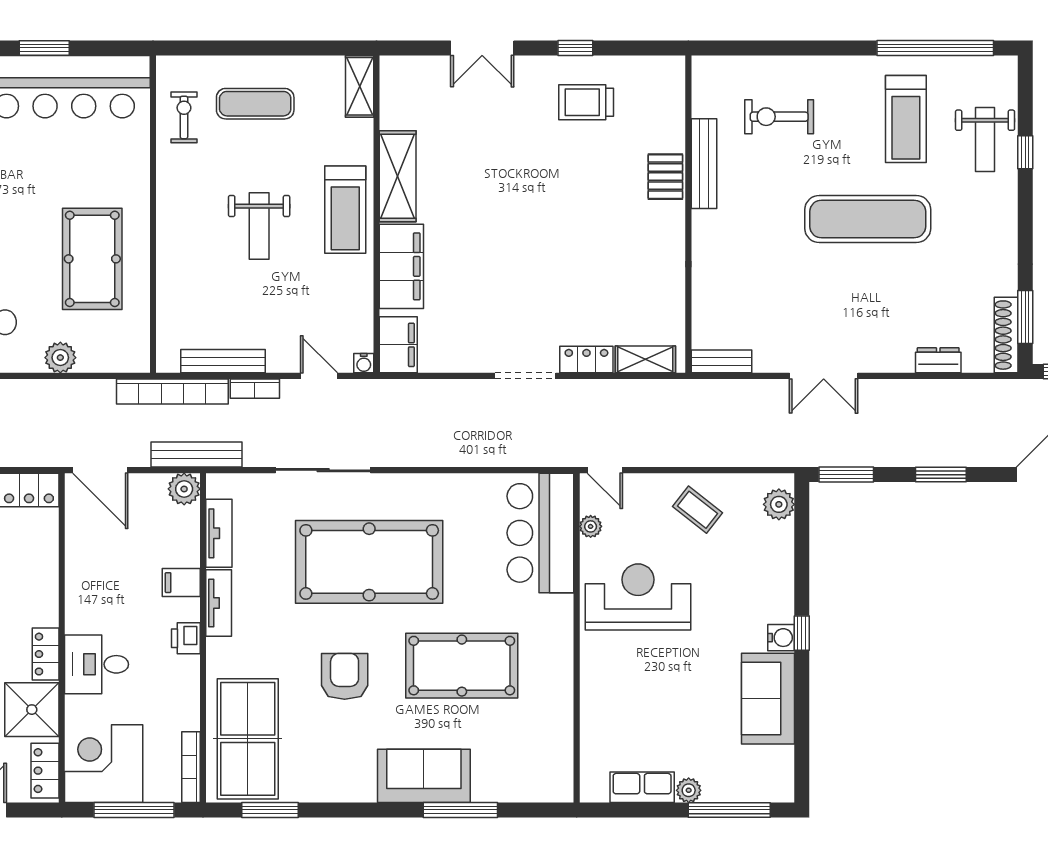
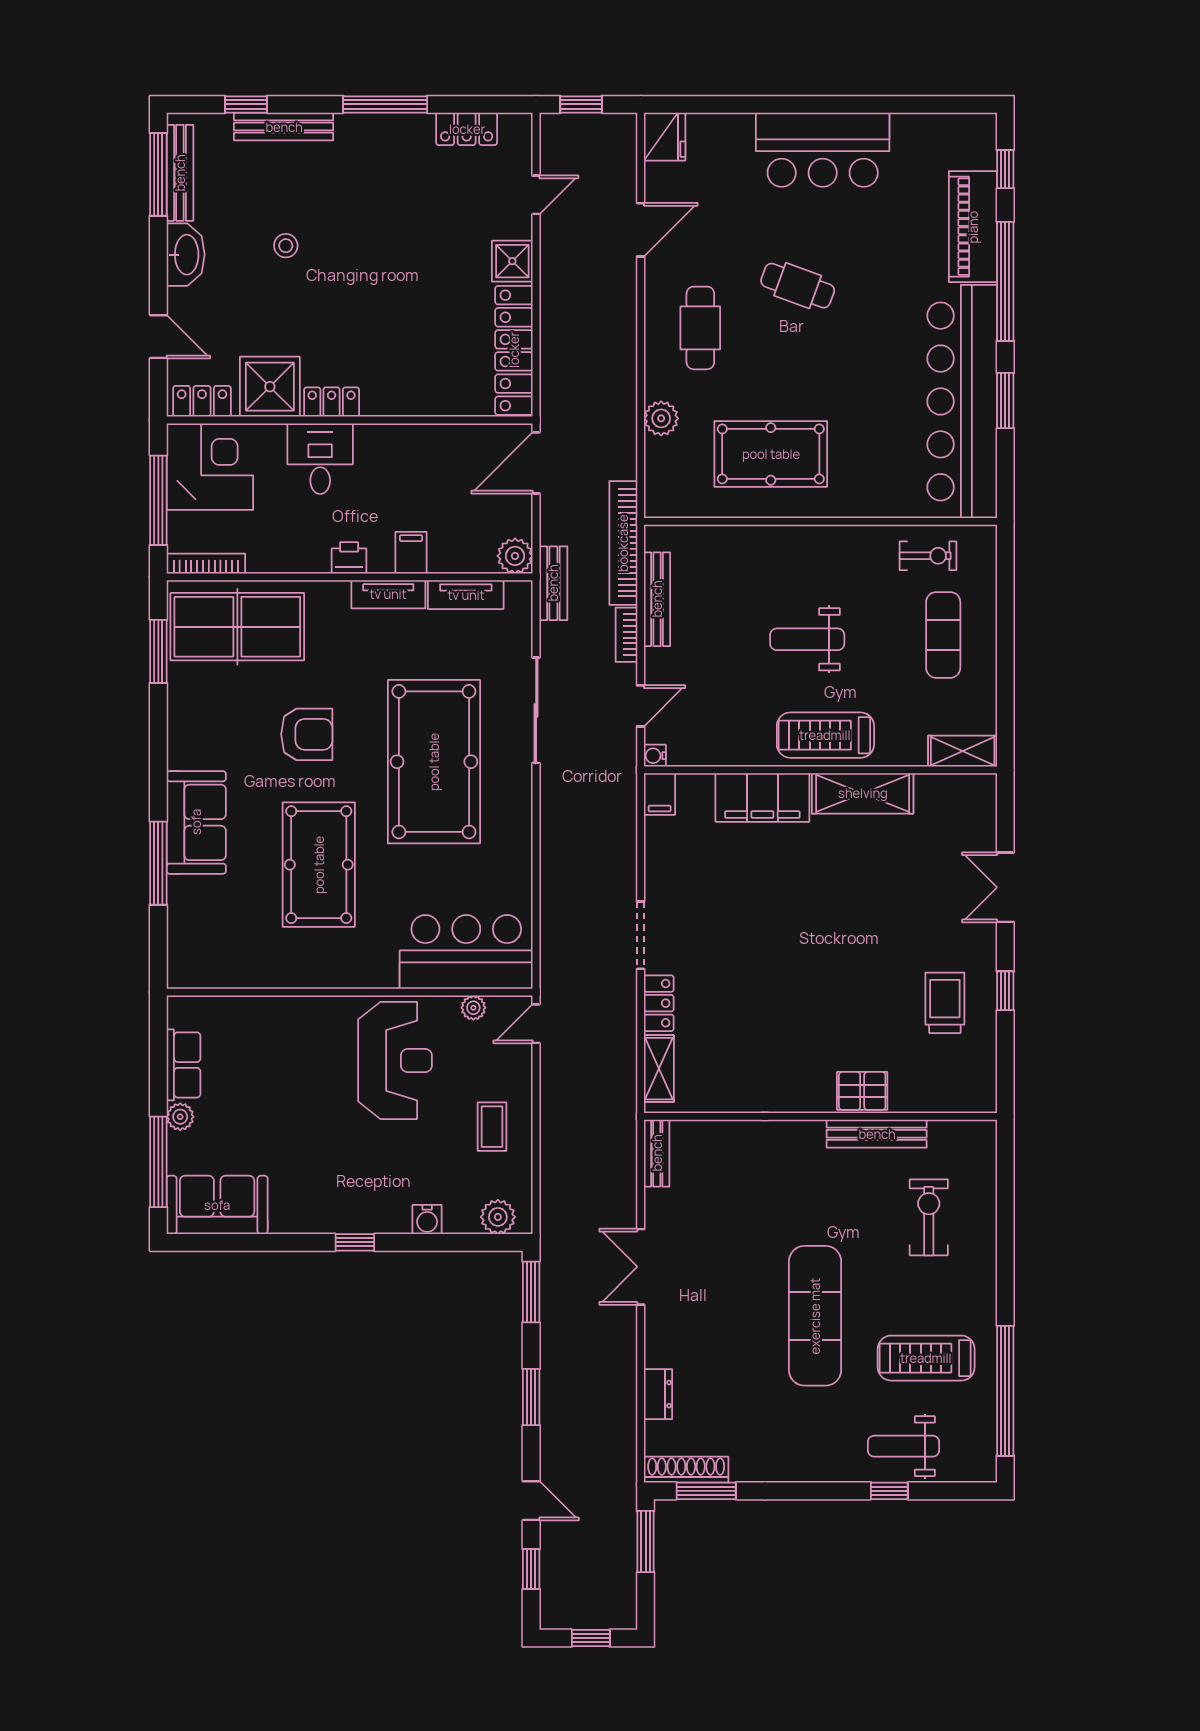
filing cabinet: (398, 345) -> (660, 794), width x0.50
bench: (197, 454) -> (553, 583), width x0.73
coffee table: (698, 510) -> (492, 1127), turned -38
water cooler: (781, 638) -> (427, 1220), moved
sofa: (768, 699) -> (217, 1205), moved

